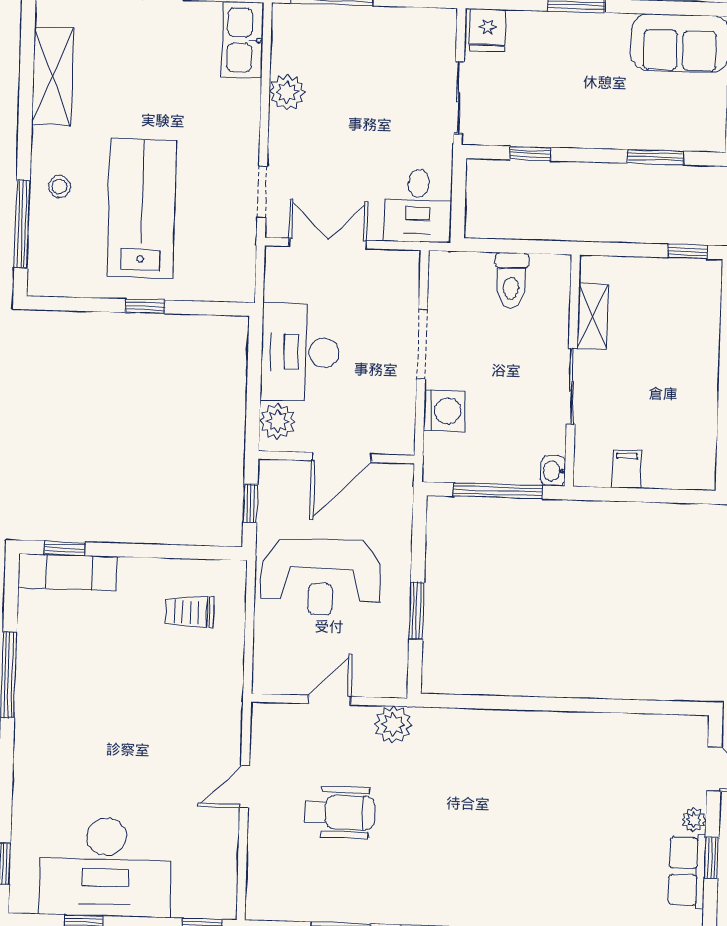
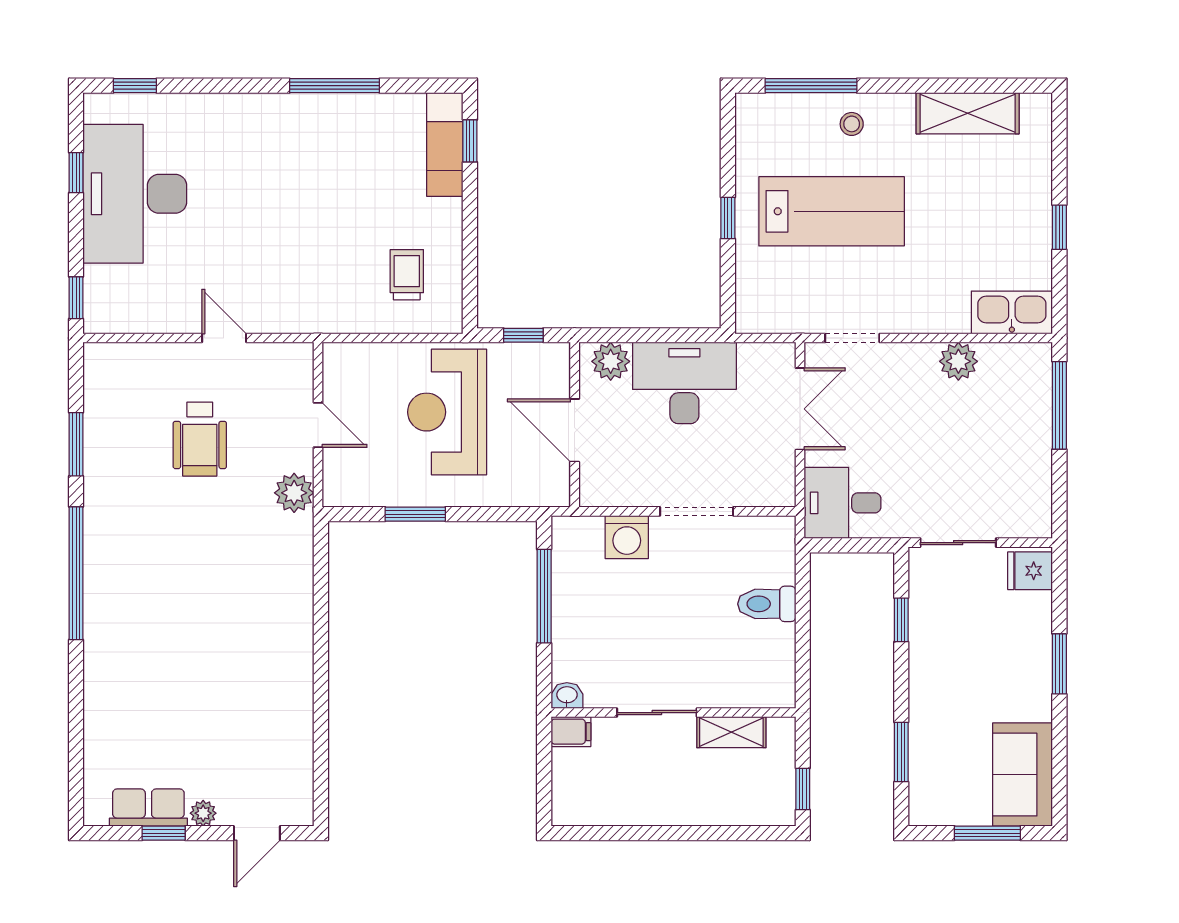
shelving: (593, 316) -> (731, 732), moved
wall: (572, 371) -> (673, 713), moved
sliding door: (572, 386) -> (657, 713), moved
washbasin: (553, 471) -> (567, 695), moved

